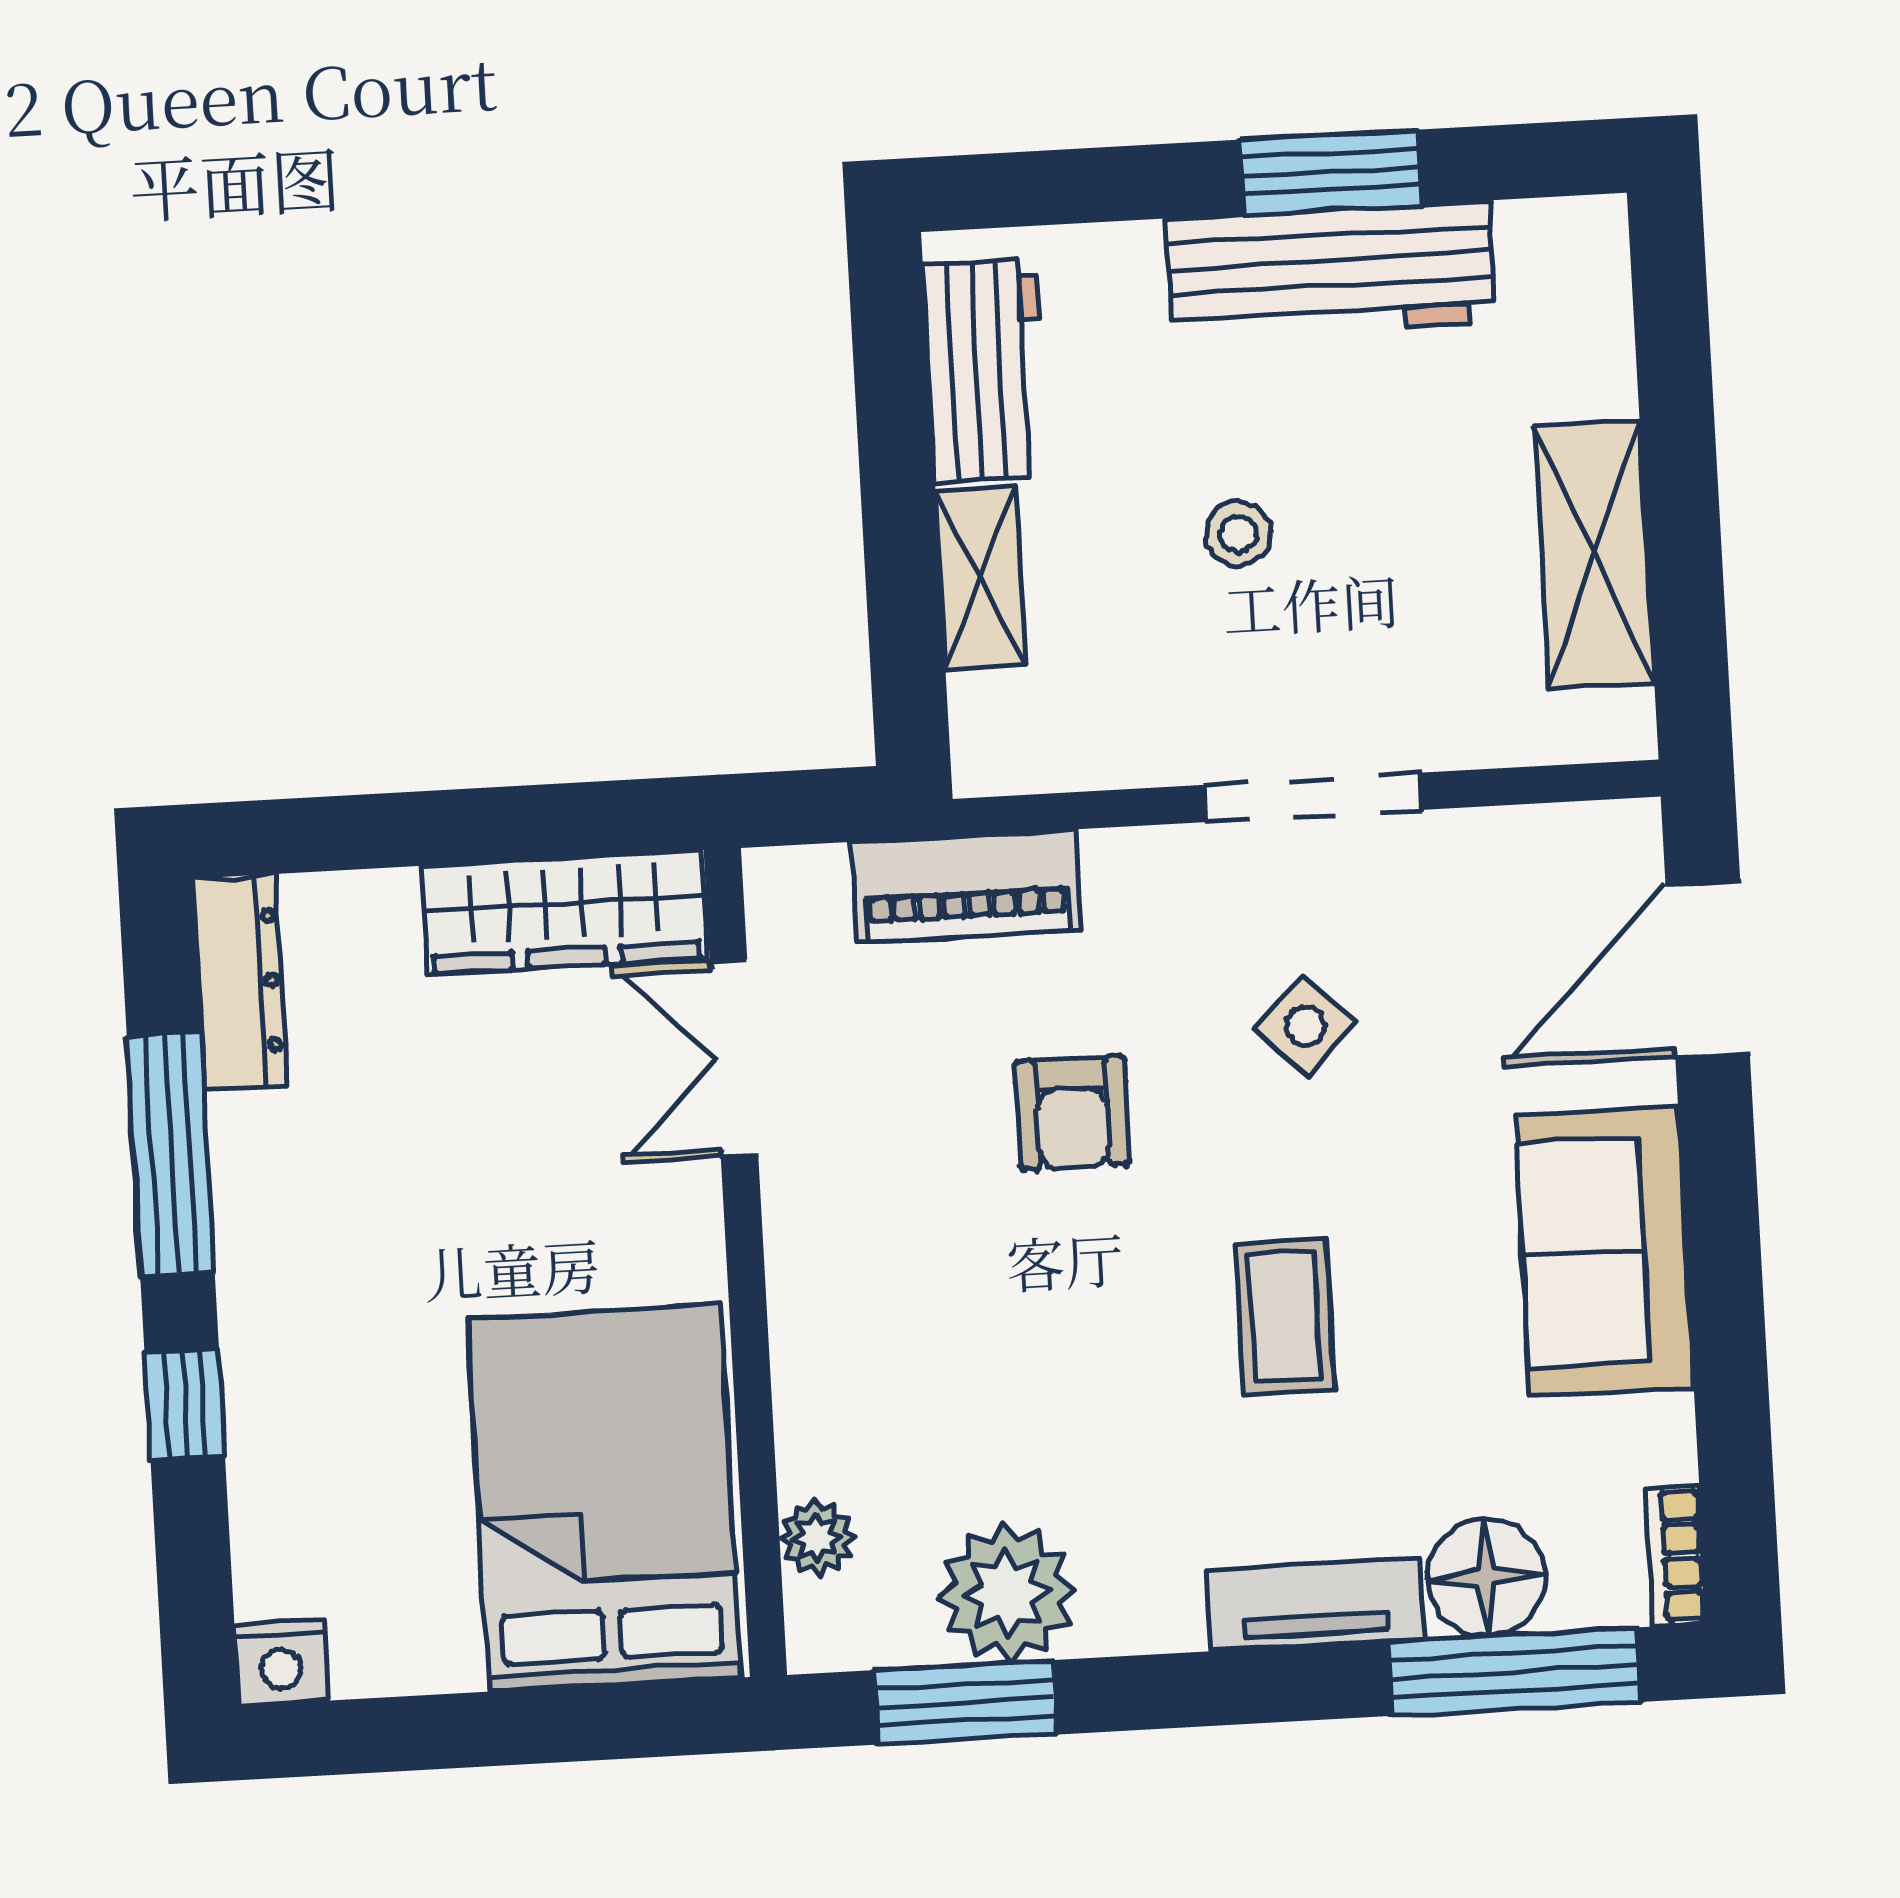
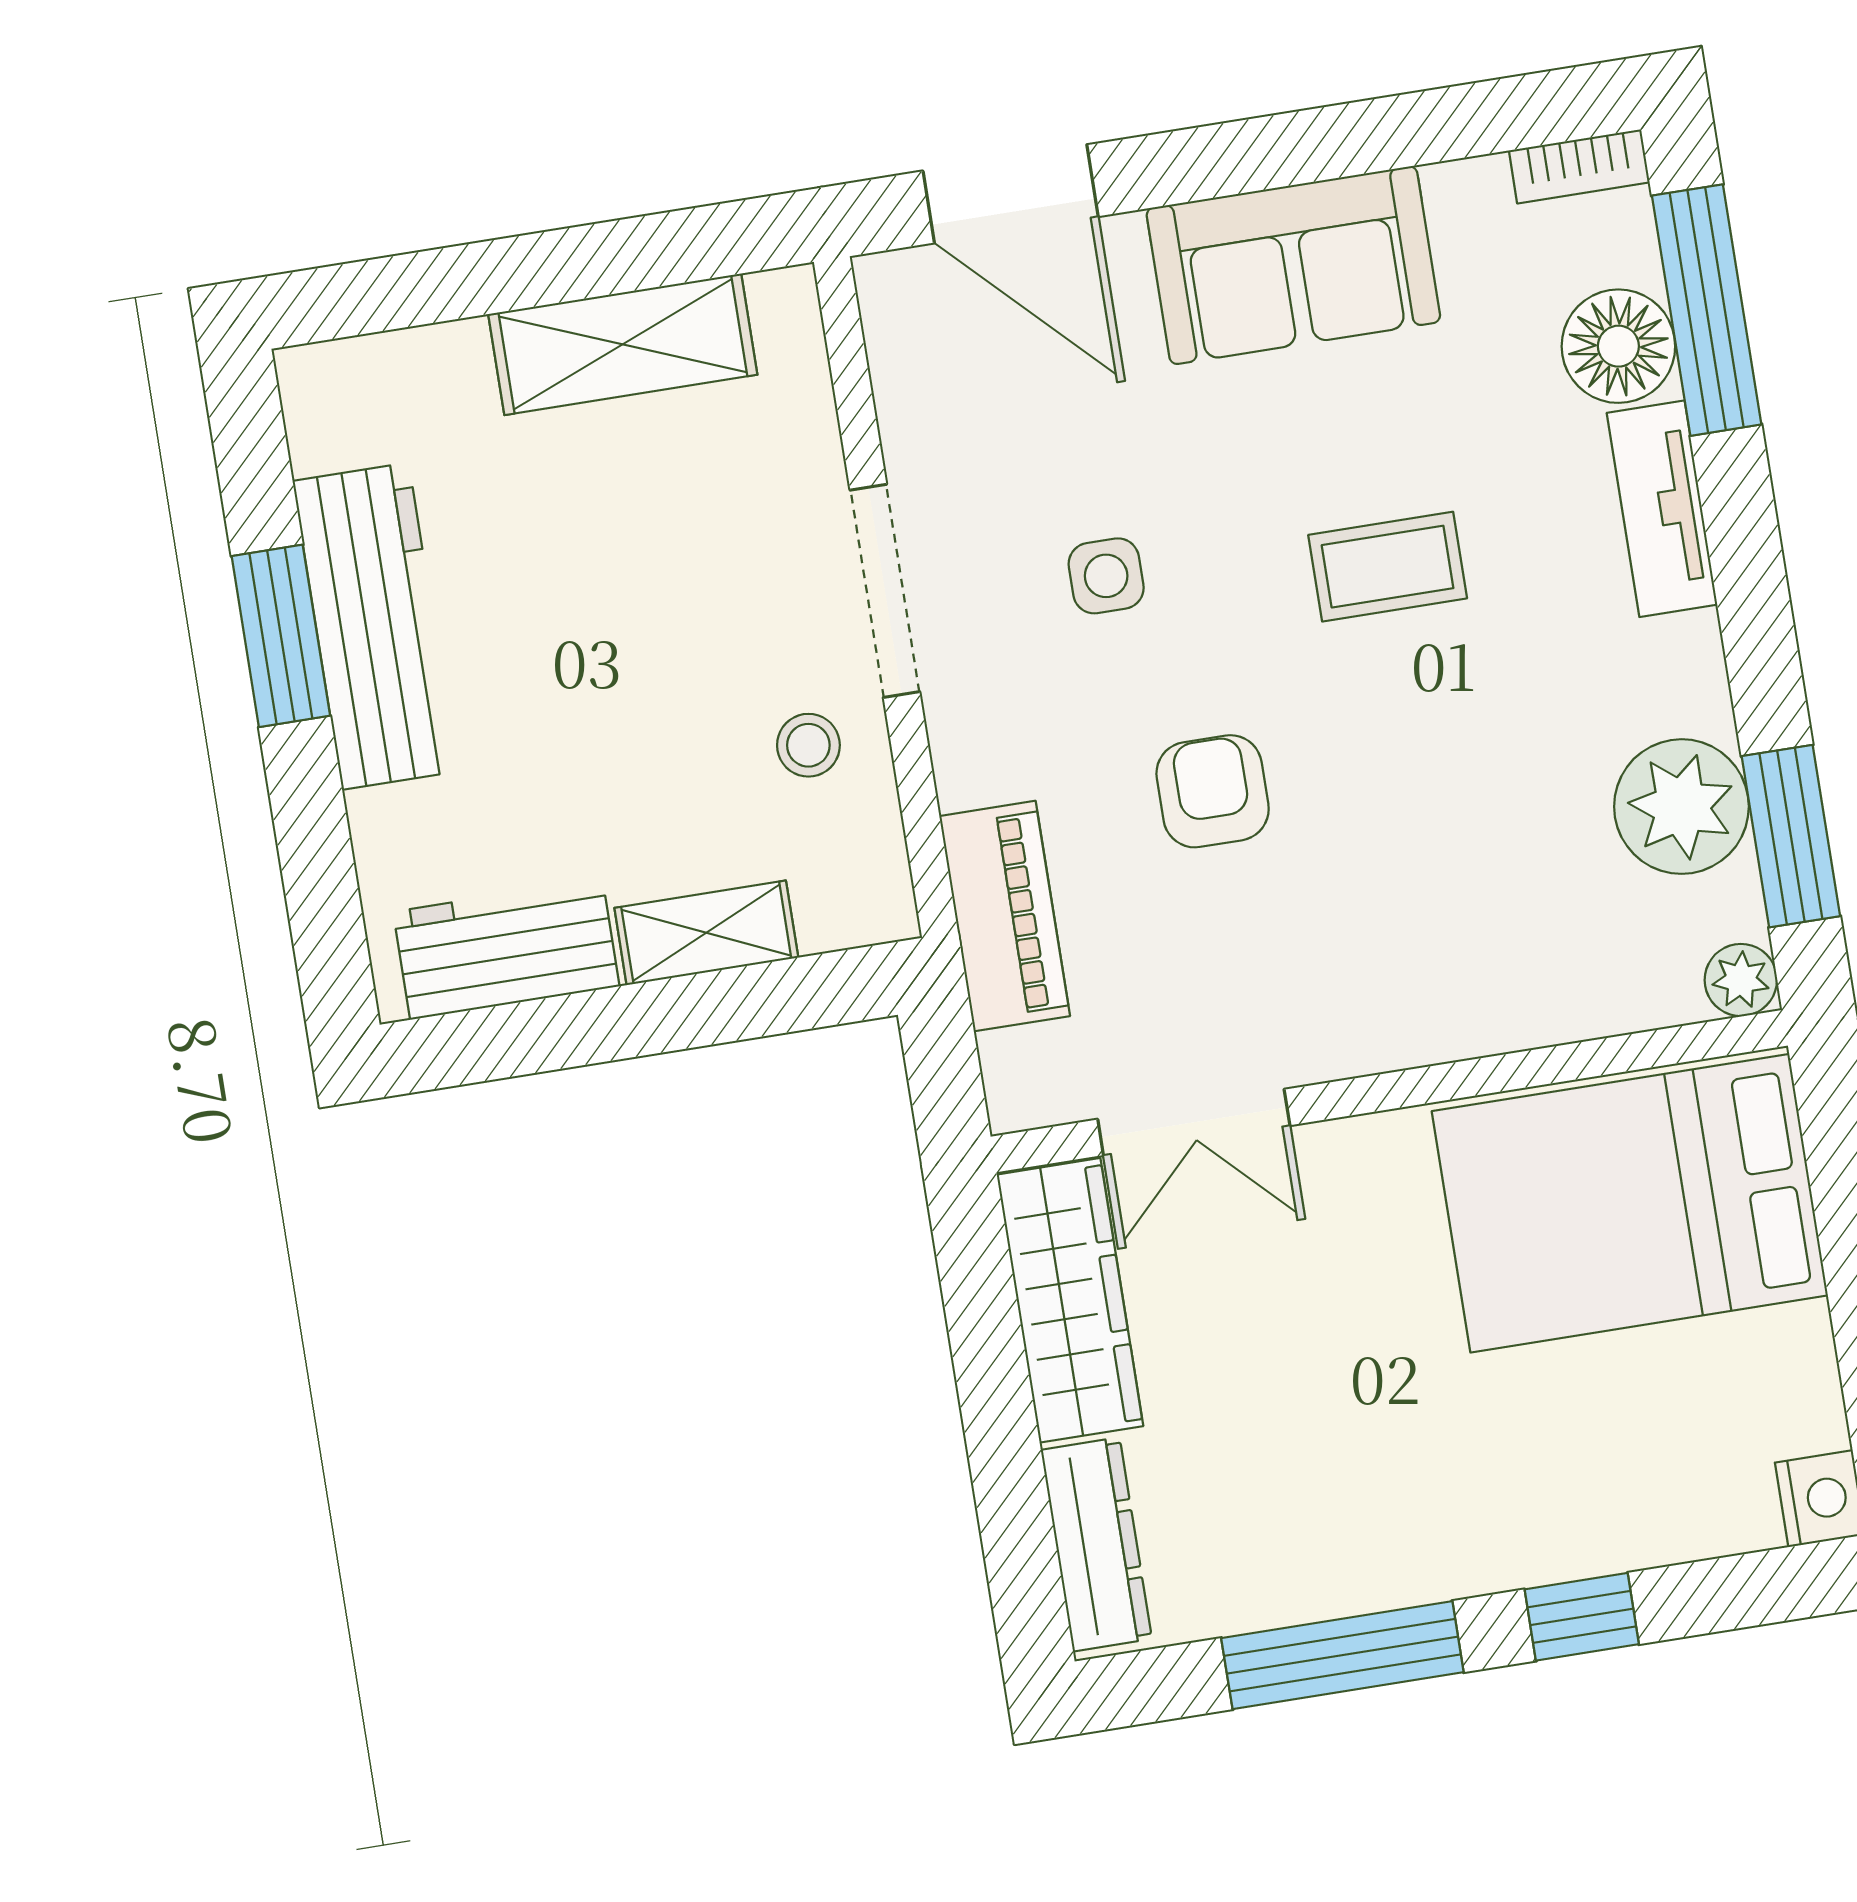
stool: (1238, 534) -> (808, 745), moved
dresser: (240, 982) -> (1096, 1544), moved, turned 90
side table: (1305, 1026) -> (1106, 576), turned 45
armchair: (1072, 1113) -> (1213, 791), turned -90
plant: (817, 1538) -> (1741, 980), moved

